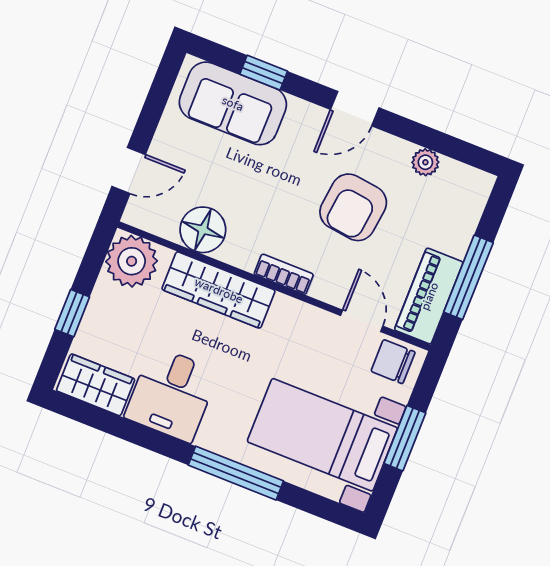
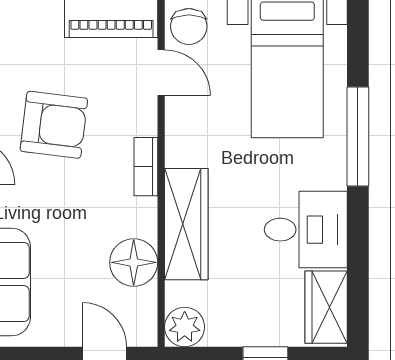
plant: (132, 261) -> (185, 327), width x0.73, depth x0.73
door: (362, 321) -> (161, 73), swing flipped

